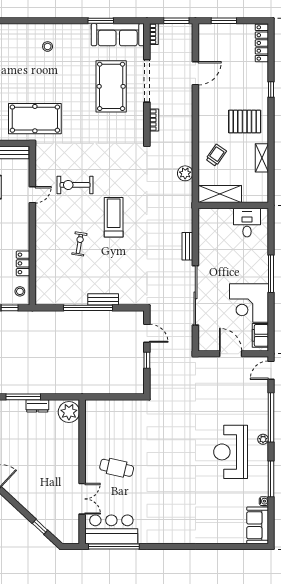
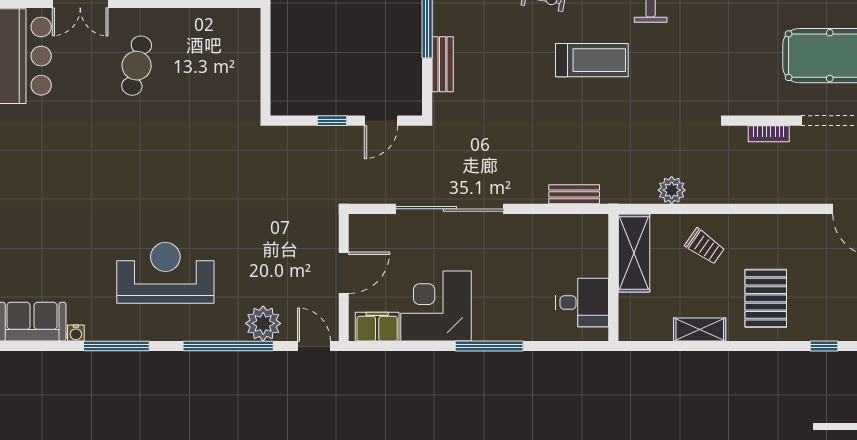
bench: (187, 246) -> (574, 194), moved
bench: (103, 299) -> (443, 64), moved
plant: (263, 439) -> (263, 323), moved, width x1.88, depth x1.88

